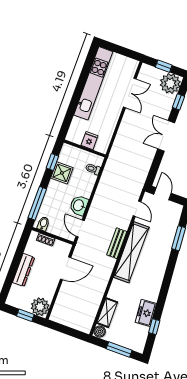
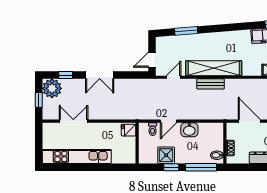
fridge: (89, 141) -> (129, 130), moved
window: (52, 162) -> (171, 167), moved
door: (80, 228) -> (169, 121), moved

